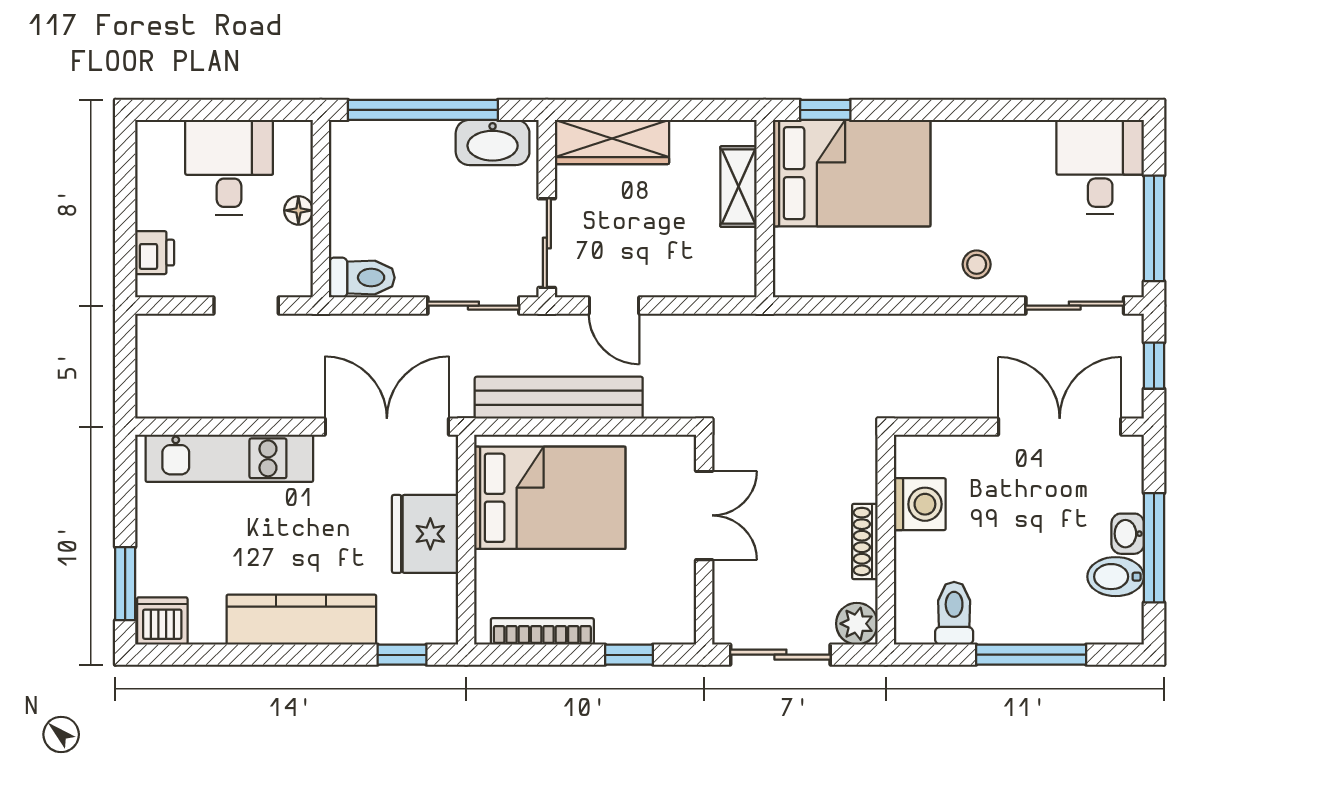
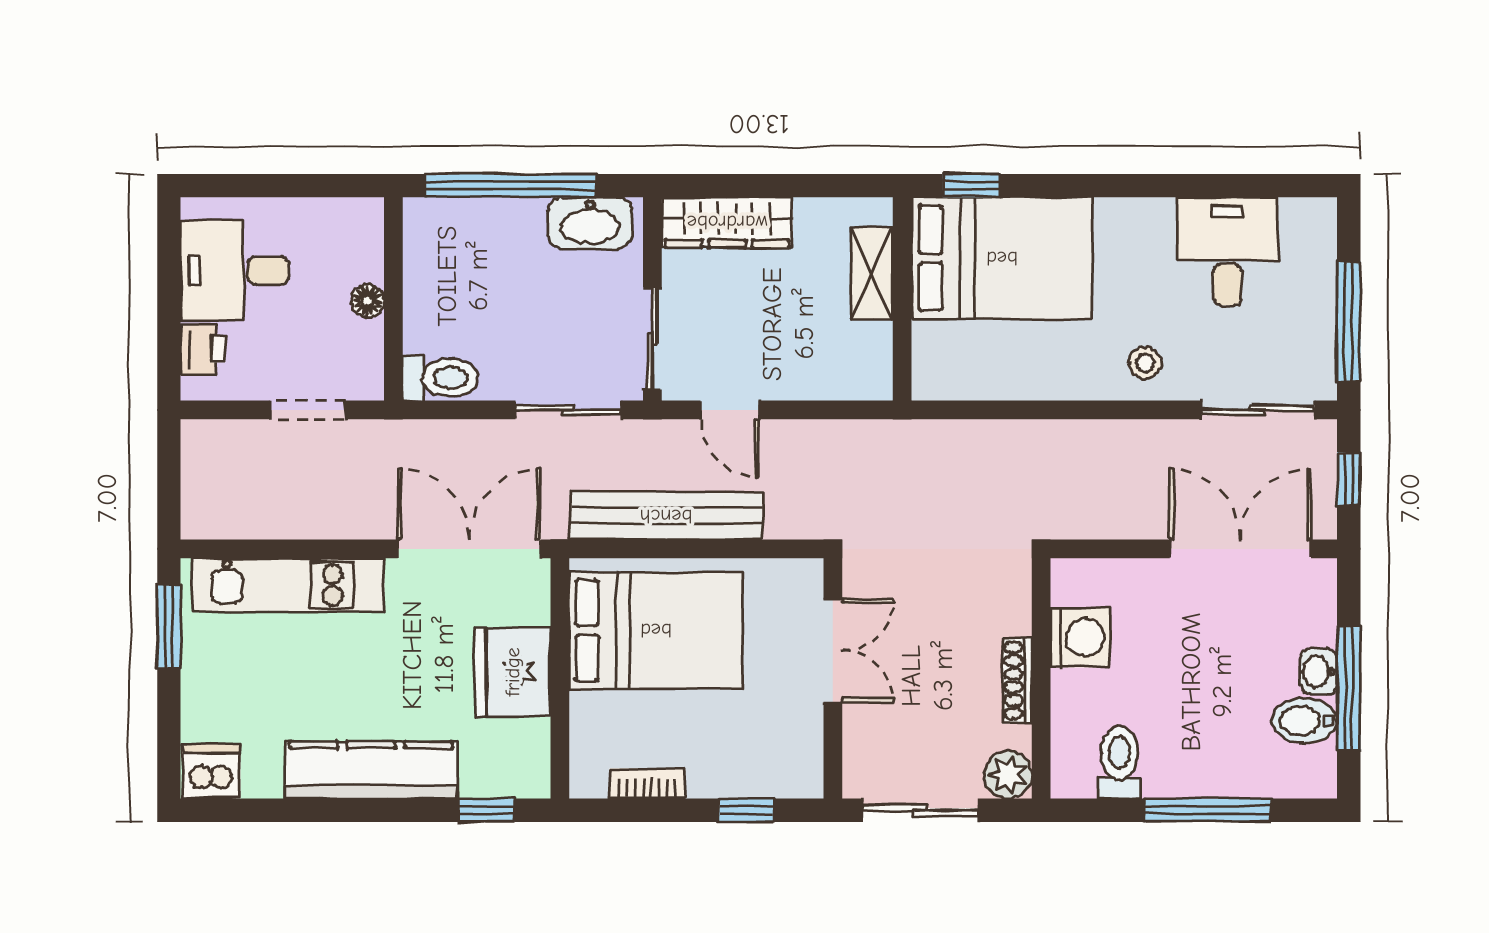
desk: (229, 167) -> (235, 271), moved, turned -90
desk: (1100, 167) -> (1228, 251), moved
window: (125, 584) -> (169, 626), moved
bookcase: (542, 631) -> (647, 784), width x0.64

